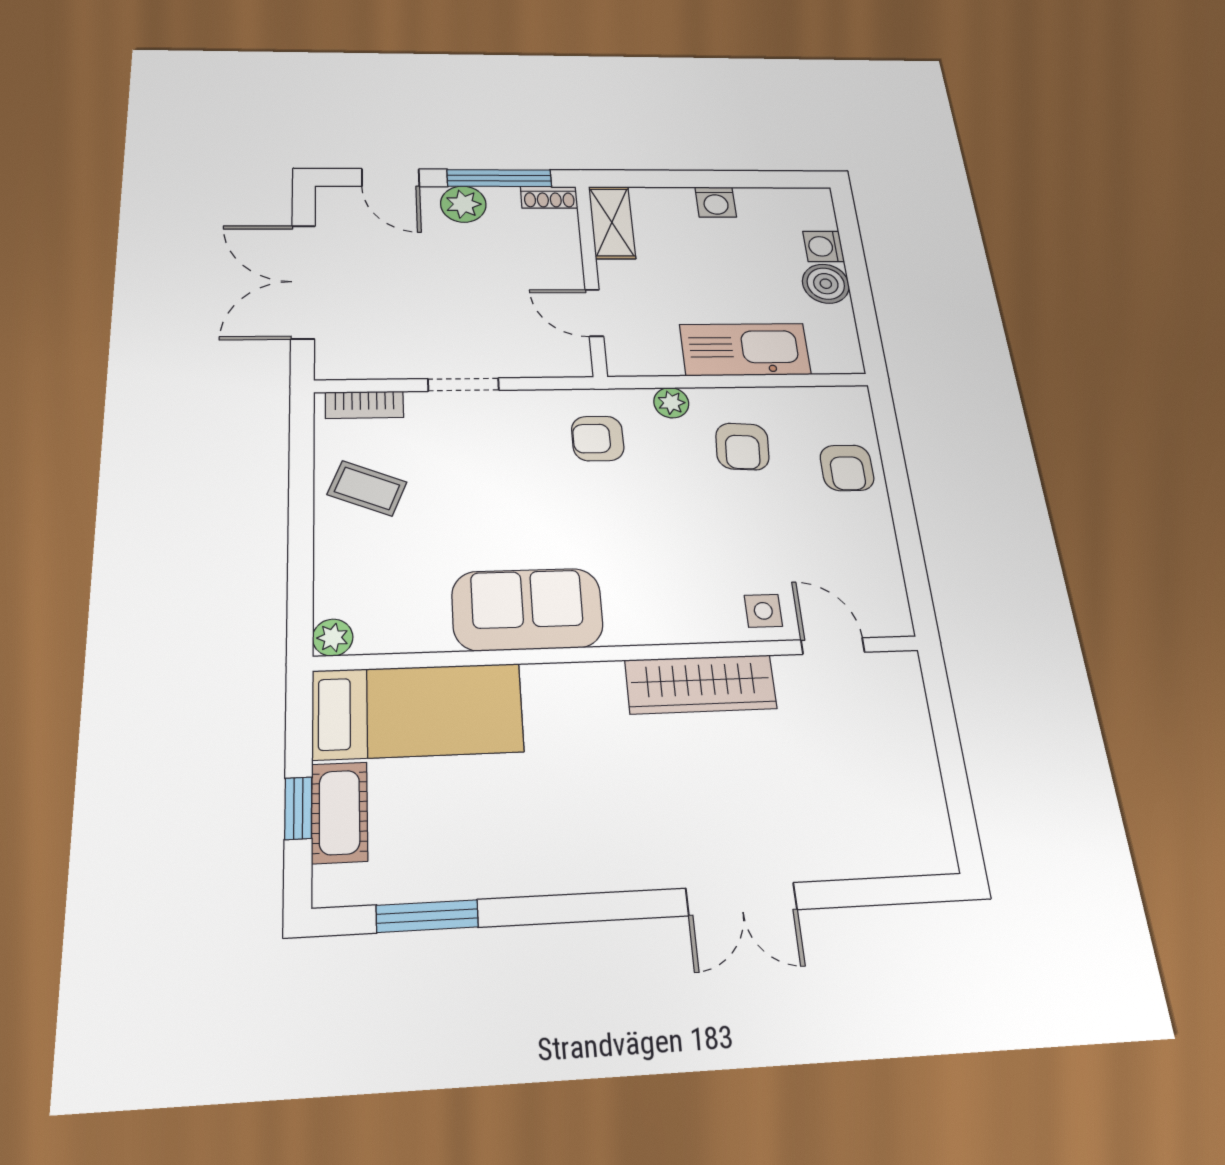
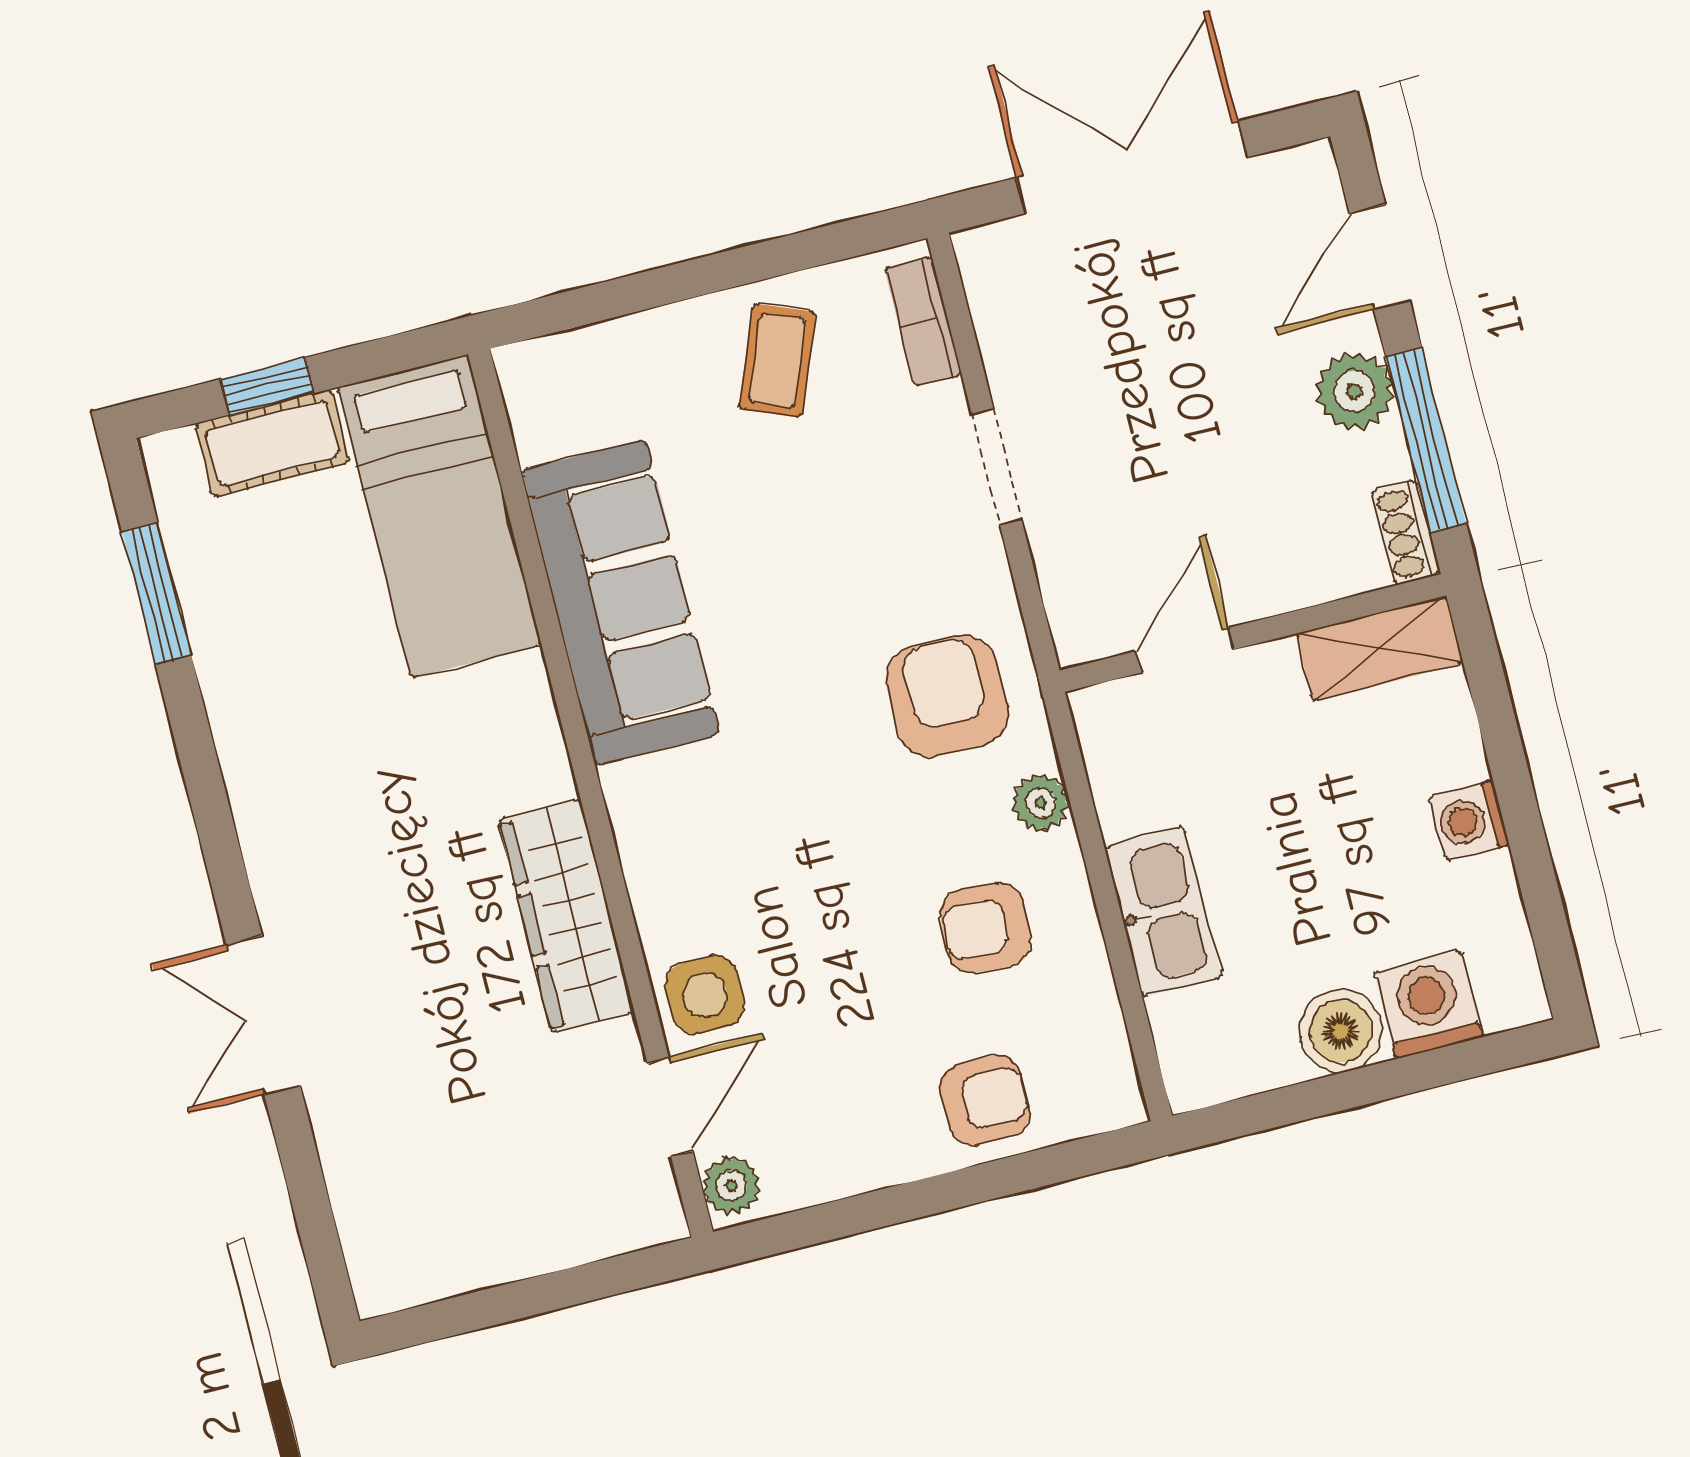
washing machine: (824, 246) -> (1429, 1004), width x1.38, depth x1.38
kitchen sink: (745, 350) -> (1163, 912), width x0.73, depth x0.81
armchair: (598, 438) -> (947, 696), width x1.38, depth x1.38
armchair: (847, 468) -> (985, 1100), turned 180
sofa: (527, 609) -> (620, 602), width x1.36
side table: (763, 611) -> (705, 995), width x1.37, depth x1.37
plant: (333, 638) -> (731, 1186), moved

